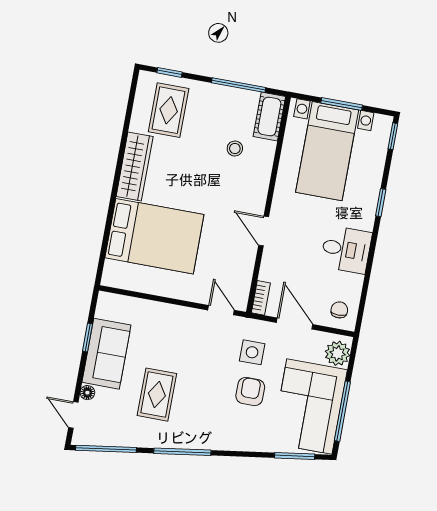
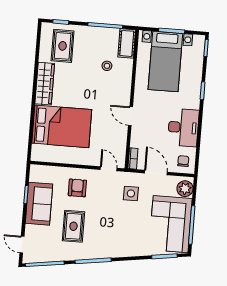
desk: (346, 250) -> (183, 128), width x1.37
armchair: (250, 391) -> (77, 188), moved
floor lamp: (87, 393) -> (29, 230), removed

